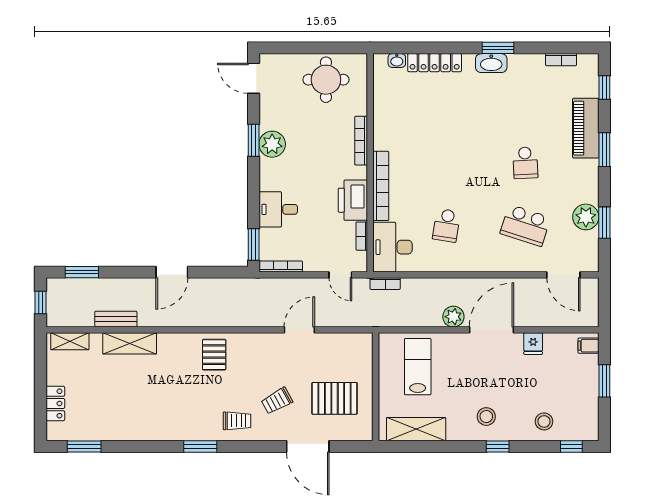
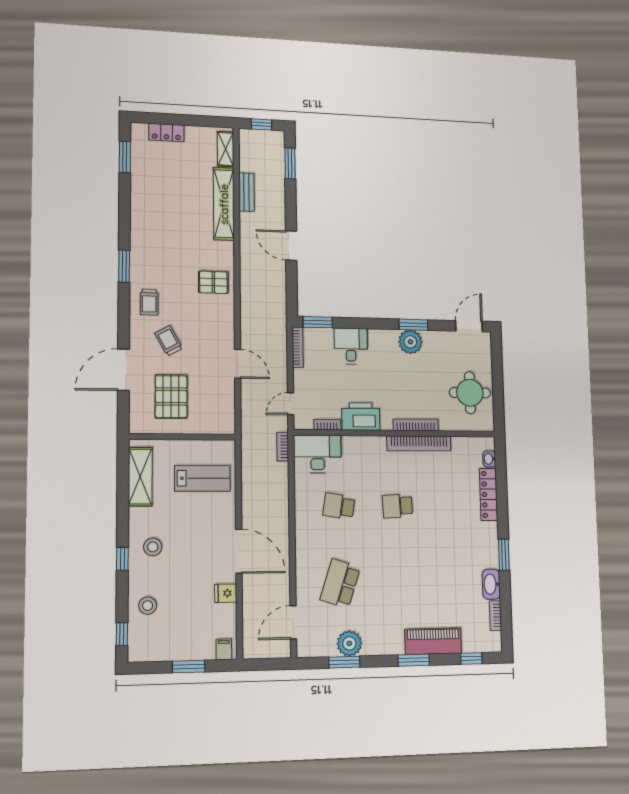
washbasin: (491, 63) -> (491, 584), moved
school desk: (525, 163) -> (397, 506), moved
bookcase: (381, 186) -> (419, 443), moved
plant: (453, 317) -> (251, 513), removed
shelving: (130, 343) -> (224, 204), width x1.47

